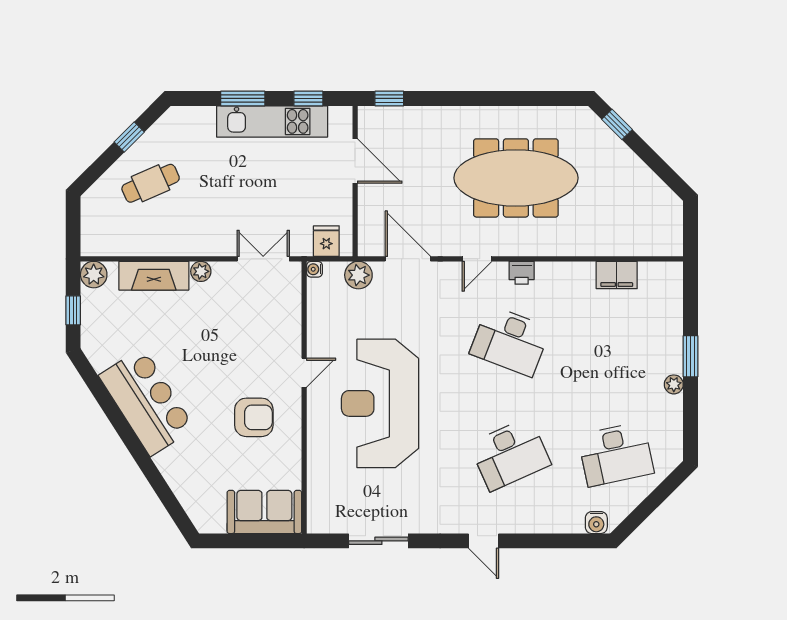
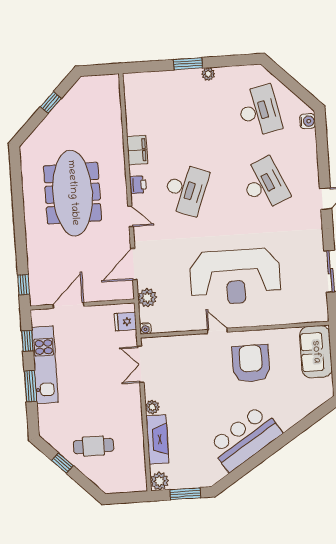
window: (617, 124) -> (51, 103), moved
cafe table: (151, 183) -> (94, 446), turned -66
filing cabinet: (617, 275) -> (137, 150), moved
window: (73, 310) -> (185, 494), width x1.50
armchair: (254, 417) -> (251, 363), width x1.36, depth x1.36

